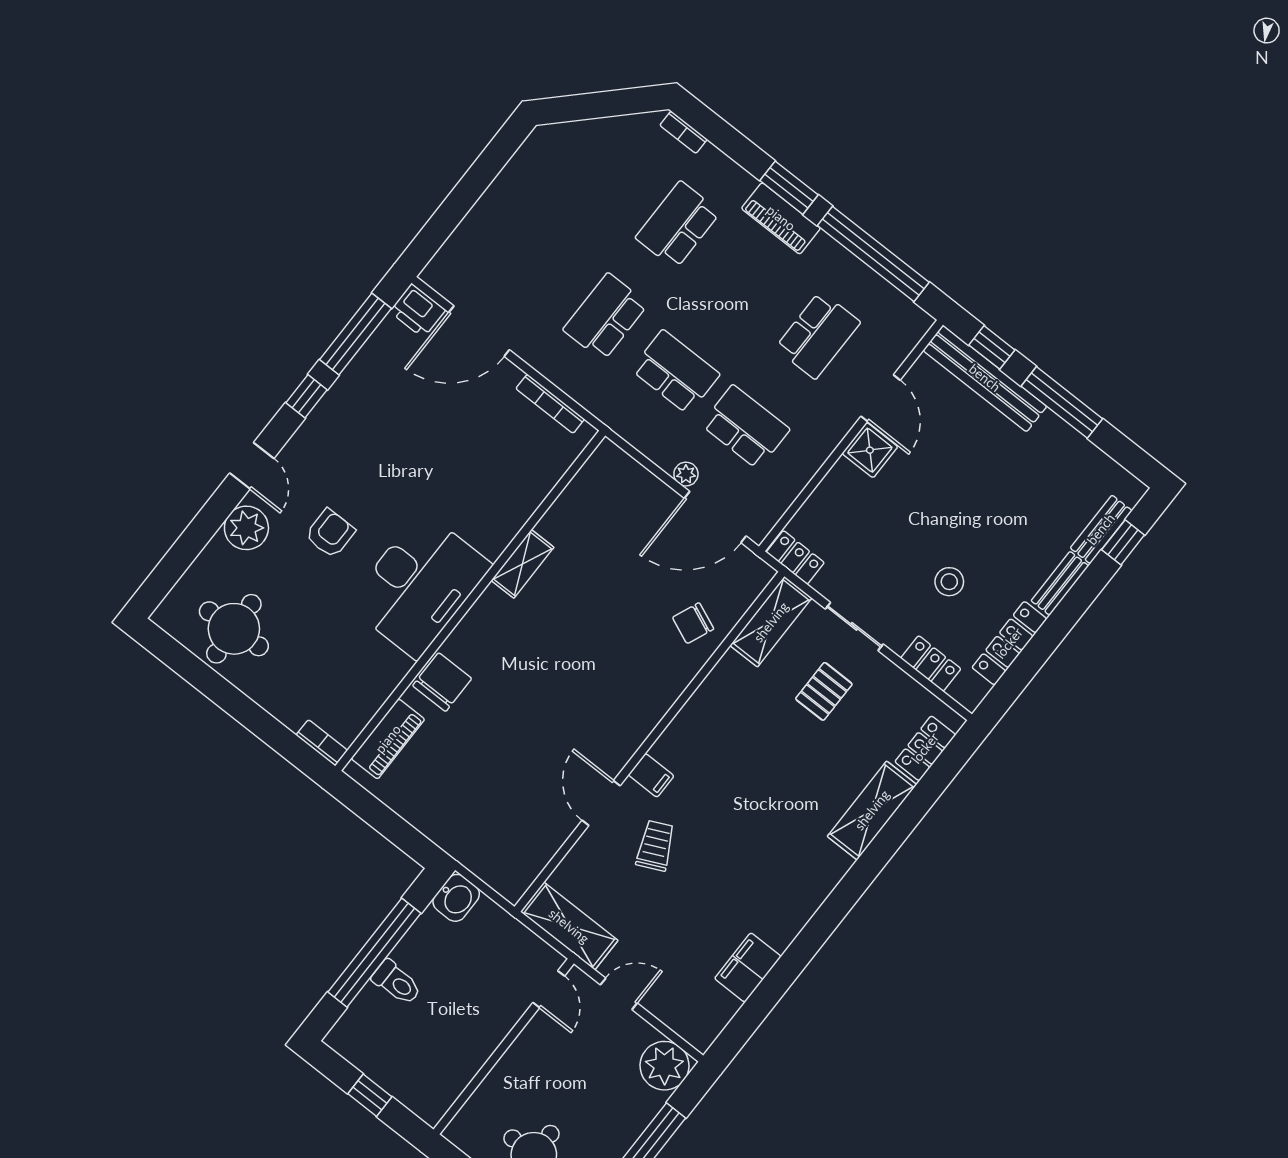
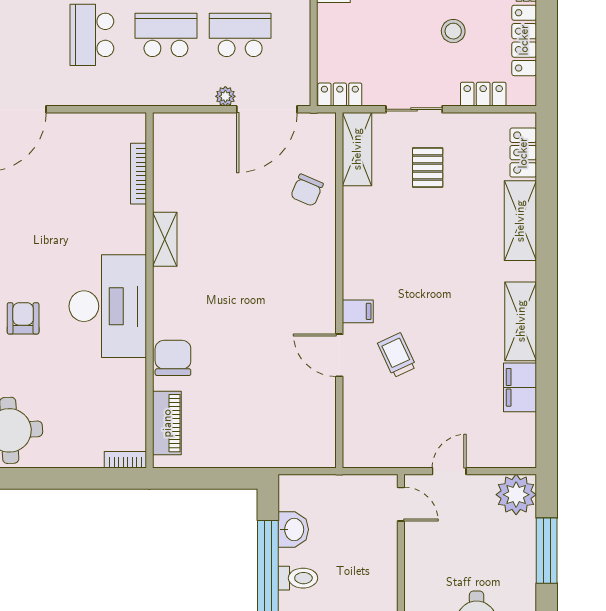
bookcase: (550, 404) -> (139, 174), moved, turned 90
washbasin: (456, 898) -> (293, 529), moved
shelving: (569, 926) -> (521, 321), moved, turned 90

